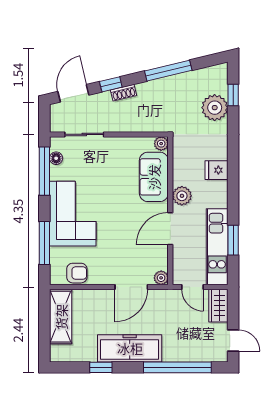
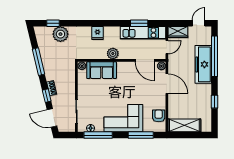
door: (170, 229) -> (145, 60), moved
freezer: (130, 348) -> (203, 64), moved

